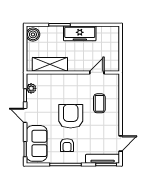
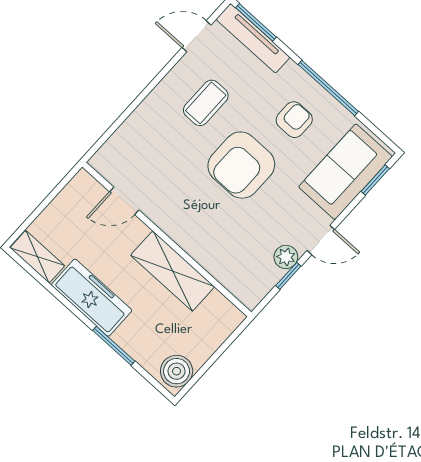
shelving: (108, 31) -> (37, 257), added
shelving: (50, 64) -> (173, 271), moved
plant: (31, 88) -> (286, 257), moved
coffee table: (99, 103) -> (206, 103), moved
door: (25, 115) -> (321, 240), hinge flipped

